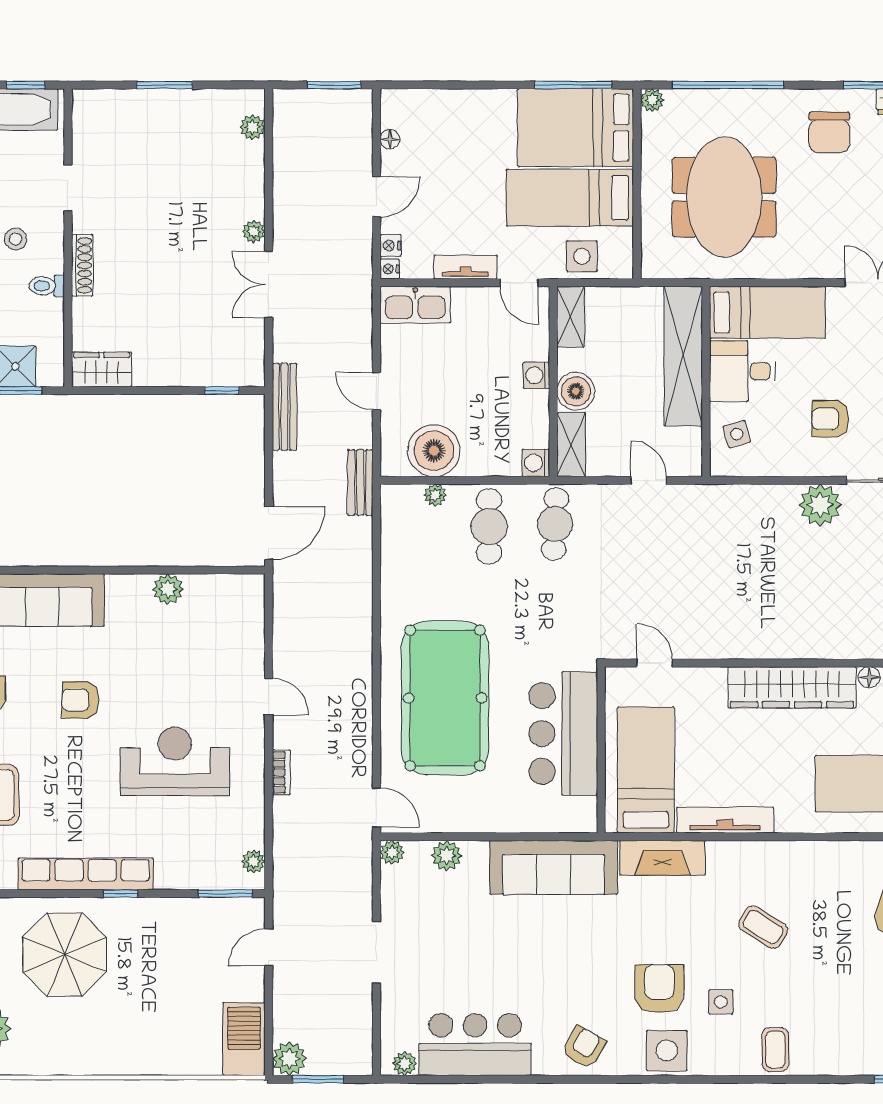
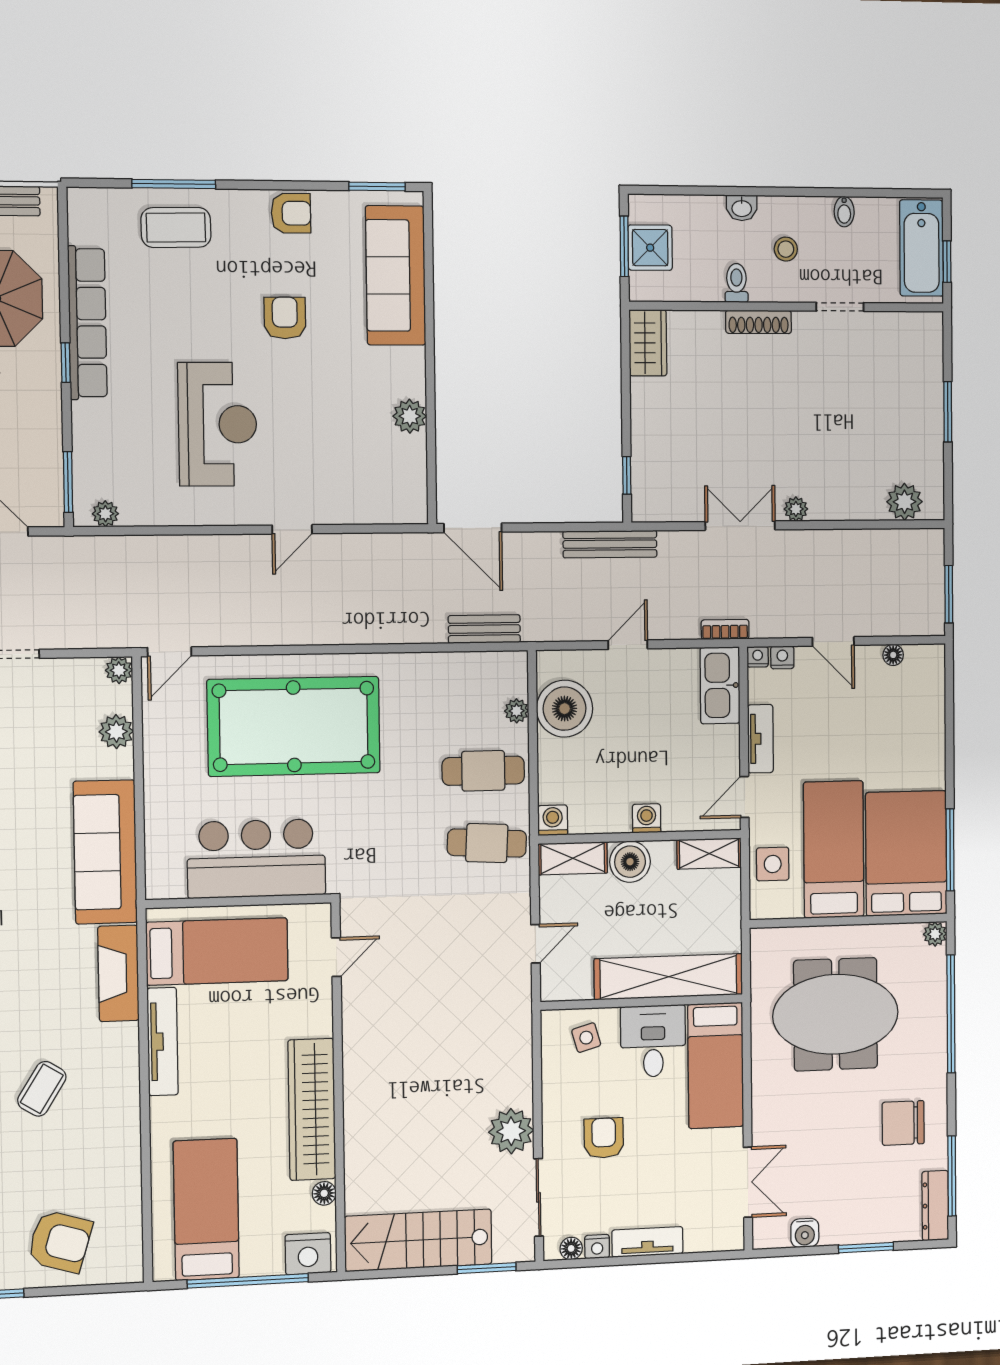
plant: (252, 127) -> (905, 502), width x1.38, depth x1.38
bench: (360, 482) -> (484, 629), moved
bookcase: (281, 772) -> (725, 629), moved, turned 180

